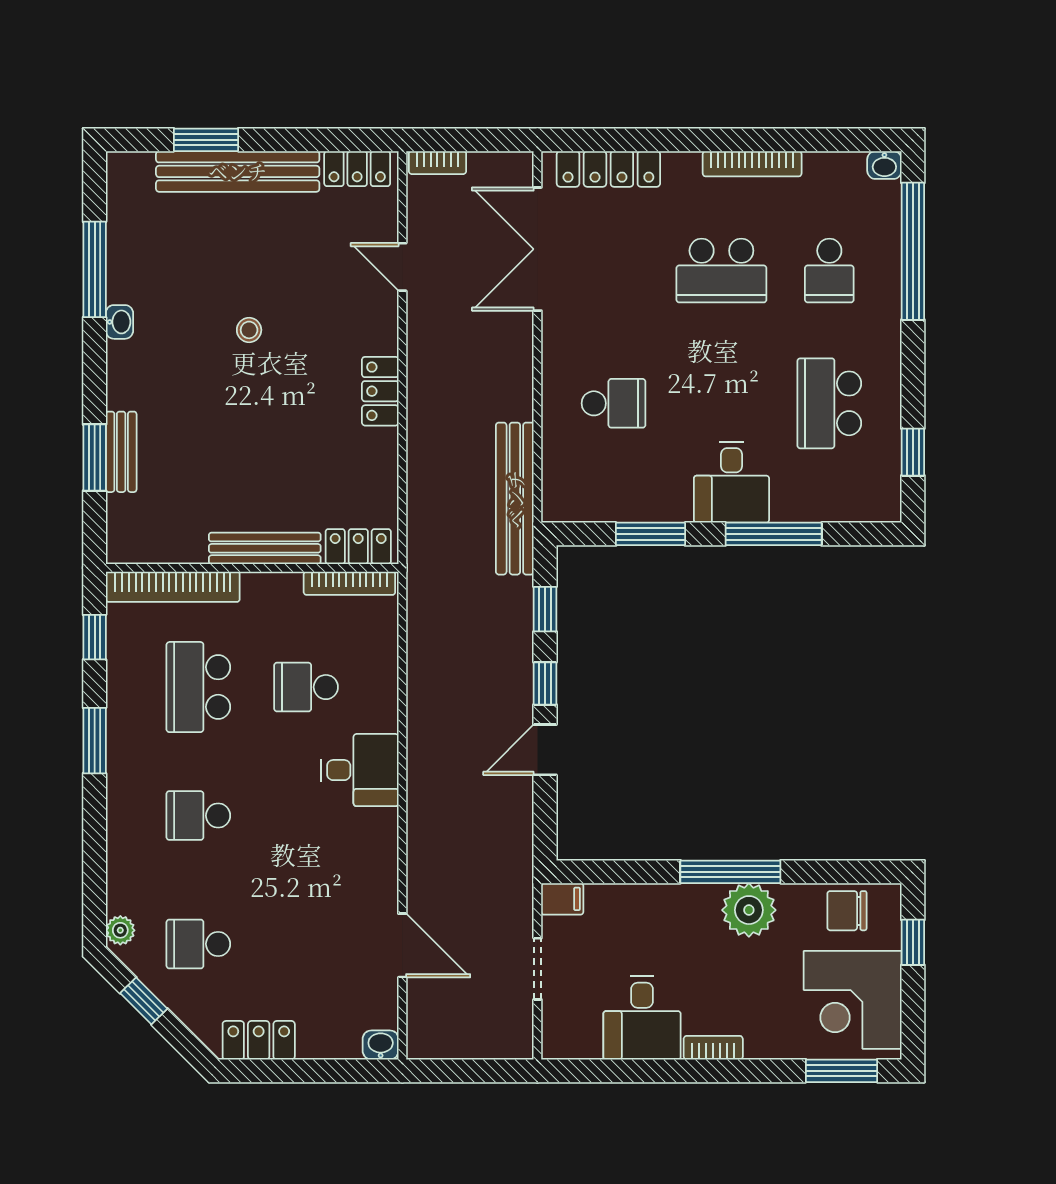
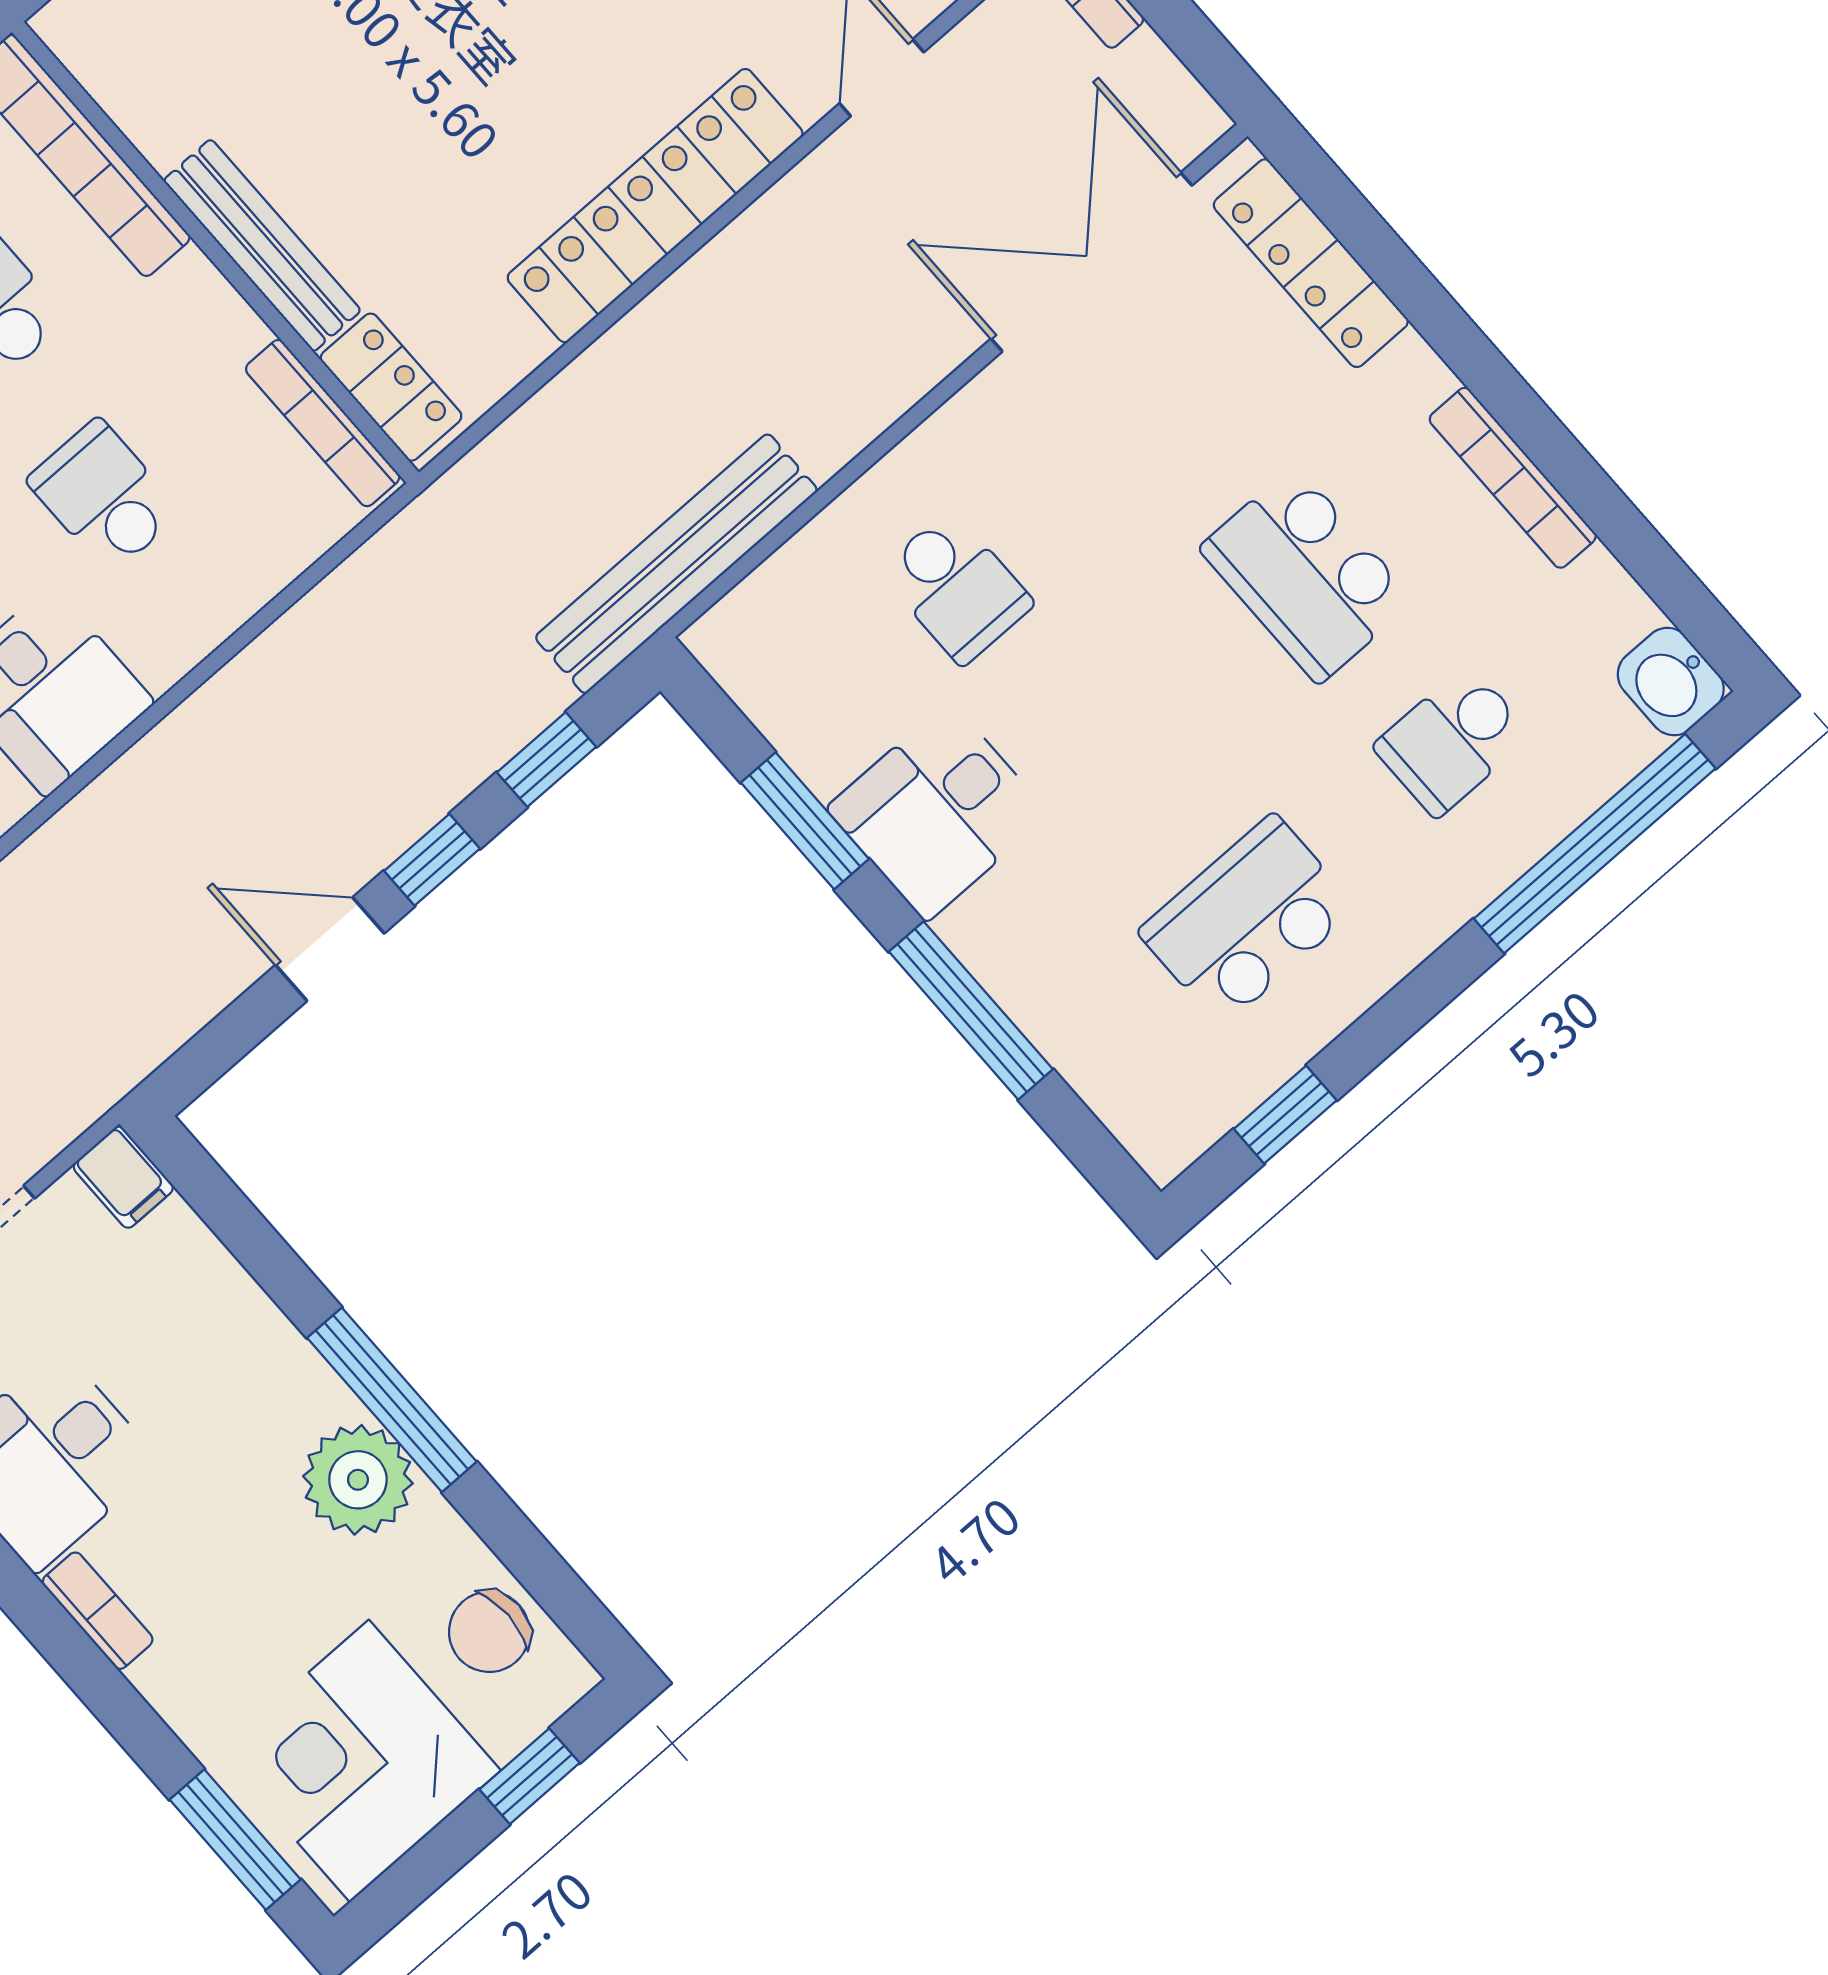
washbasin: (884, 165) -> (1671, 682), width x1.38, depth x1.45
locker: (380, 391) -> (655, 206), width x2.16, depth x1.21
desk: (732, 482) -> (938, 811), moved
chair: (847, 911) -> (489, 1632), turned -90

